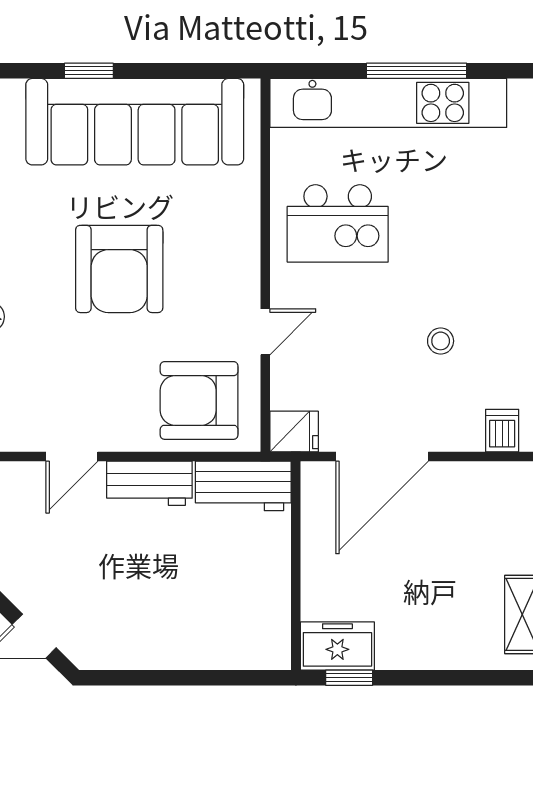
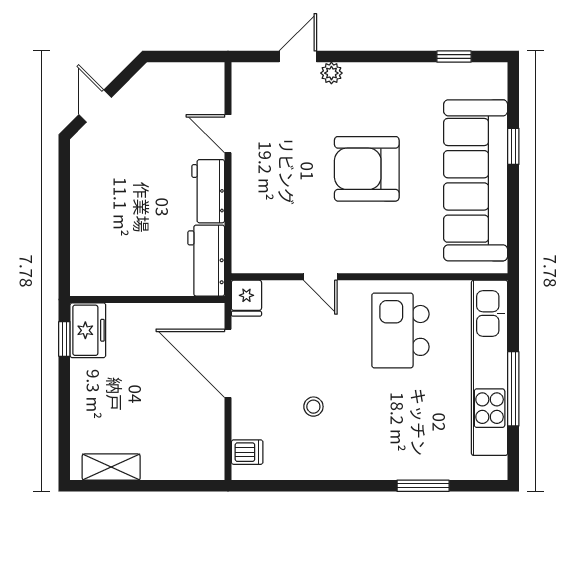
armchair: (199, 400) -> (269, 228), removed

